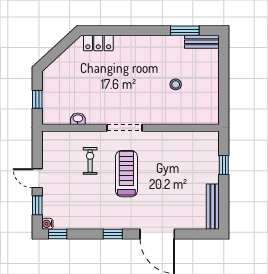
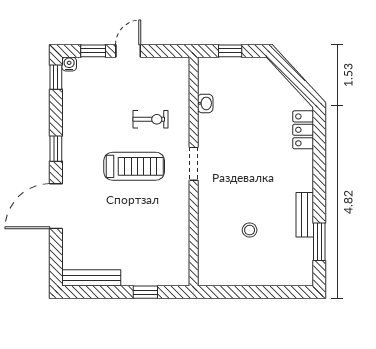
bench: (202, 42) -> (305, 215), moved
doorway: (125, 128) -> (194, 164), width x0.73

